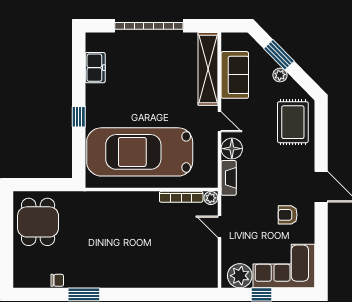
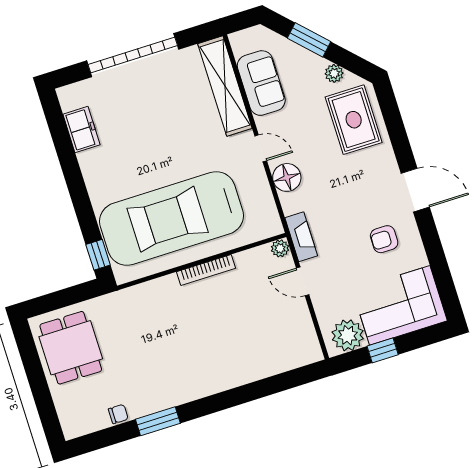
plant: (280, 75) -> (334, 73), moved
window: (79, 117) -> (98, 255), moved
fireplace: (229, 178) -> (301, 237), moved
bookcase: (181, 197) -> (206, 270), moved

